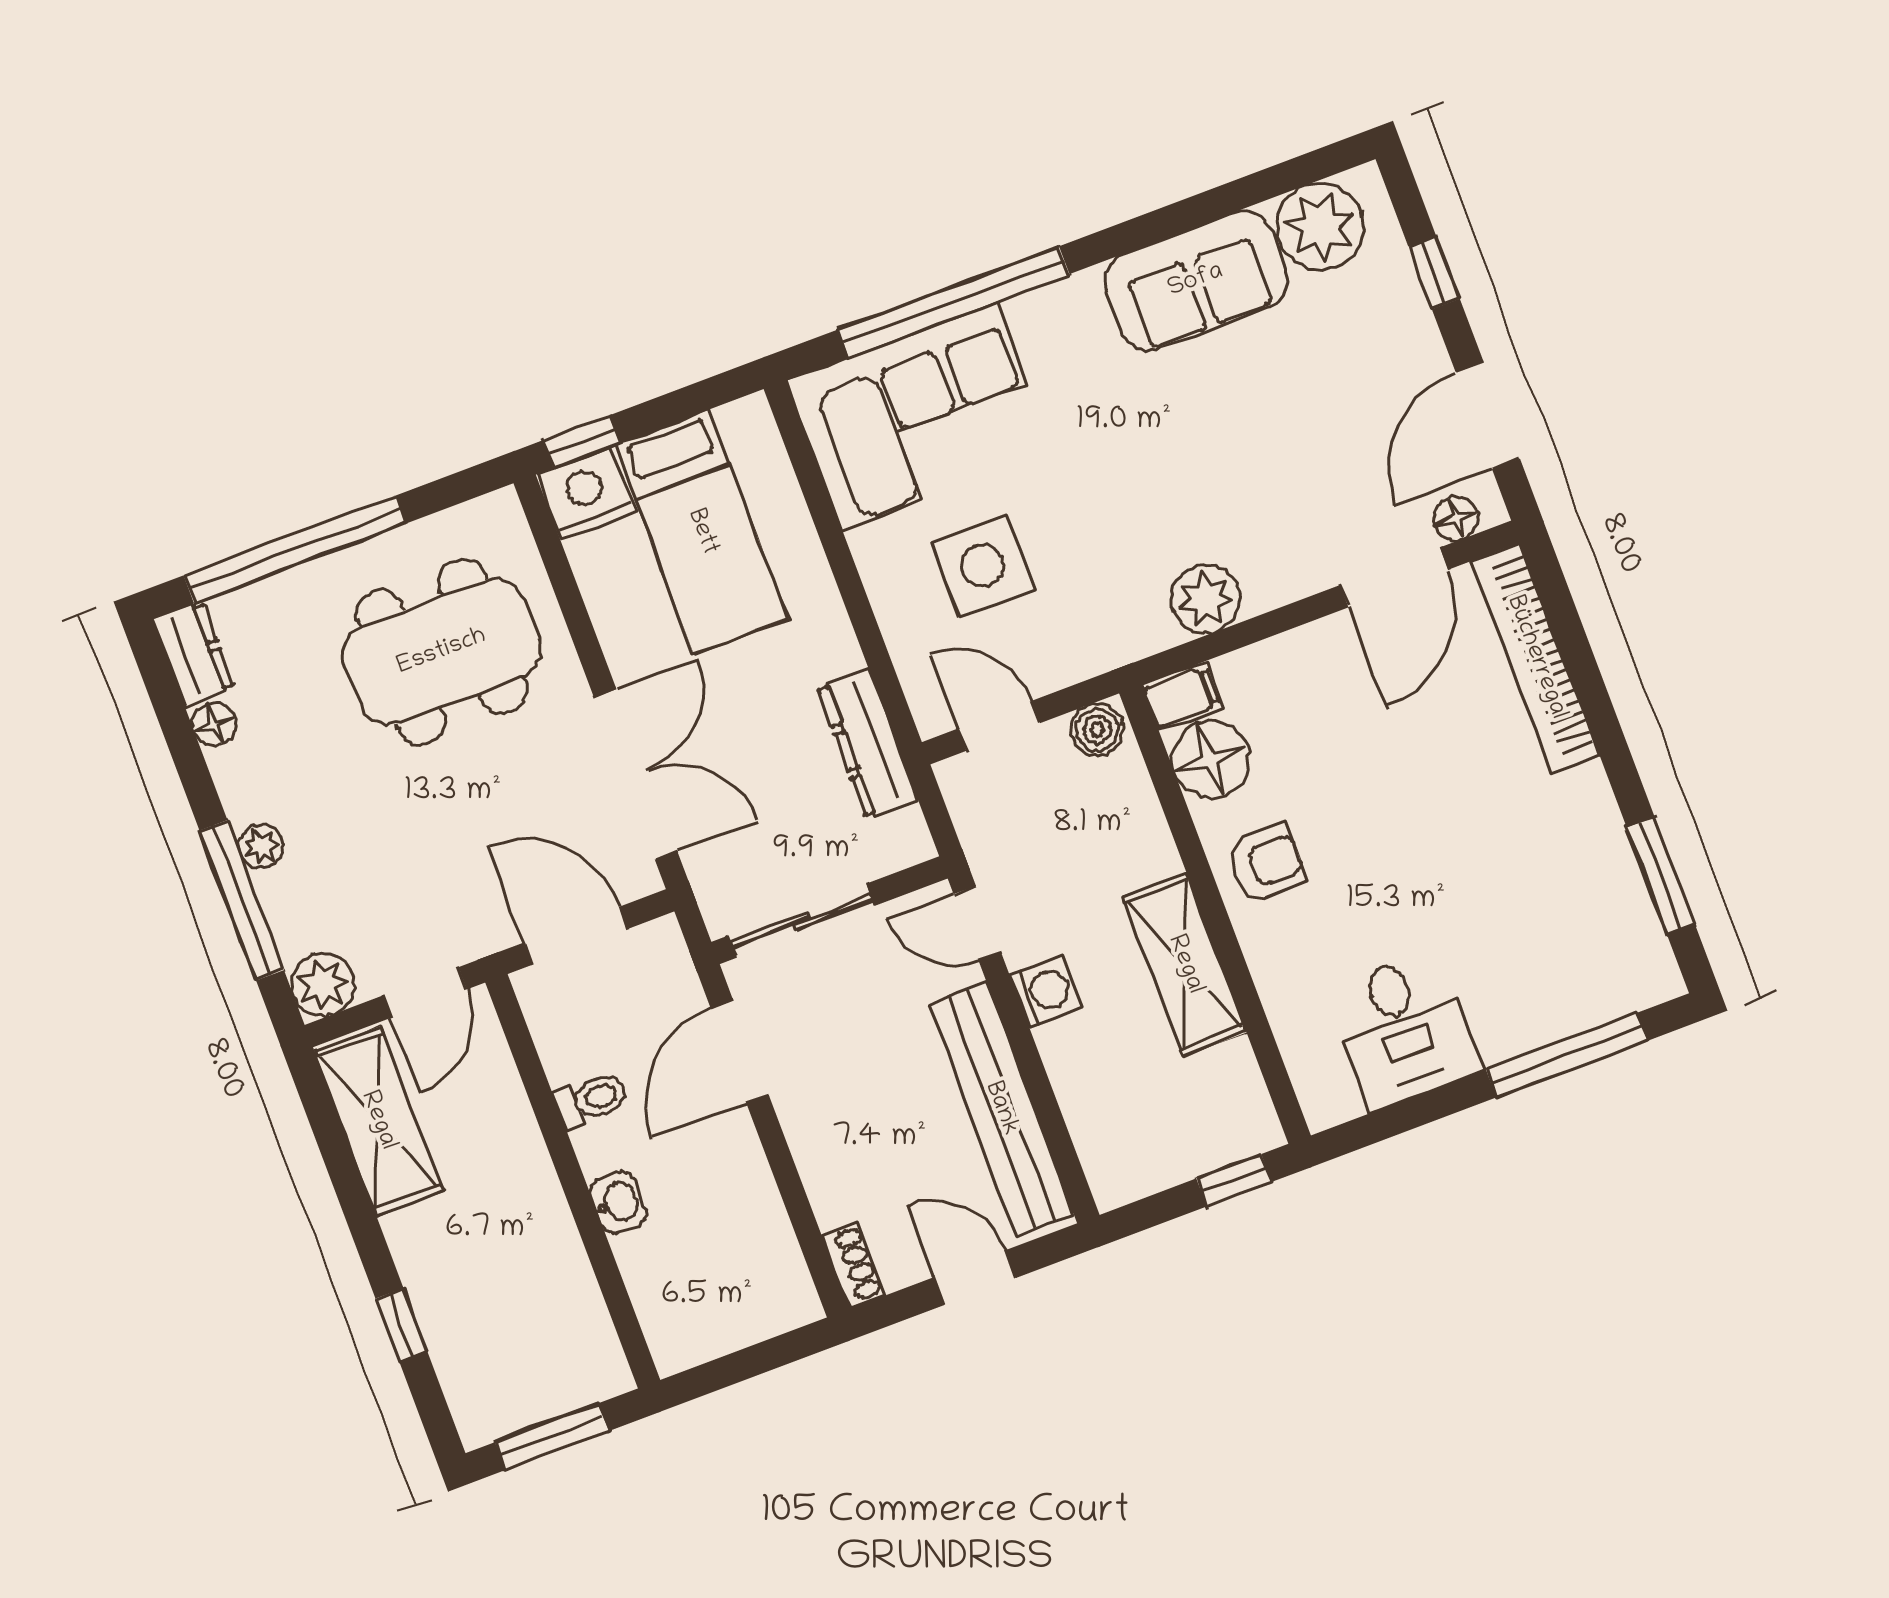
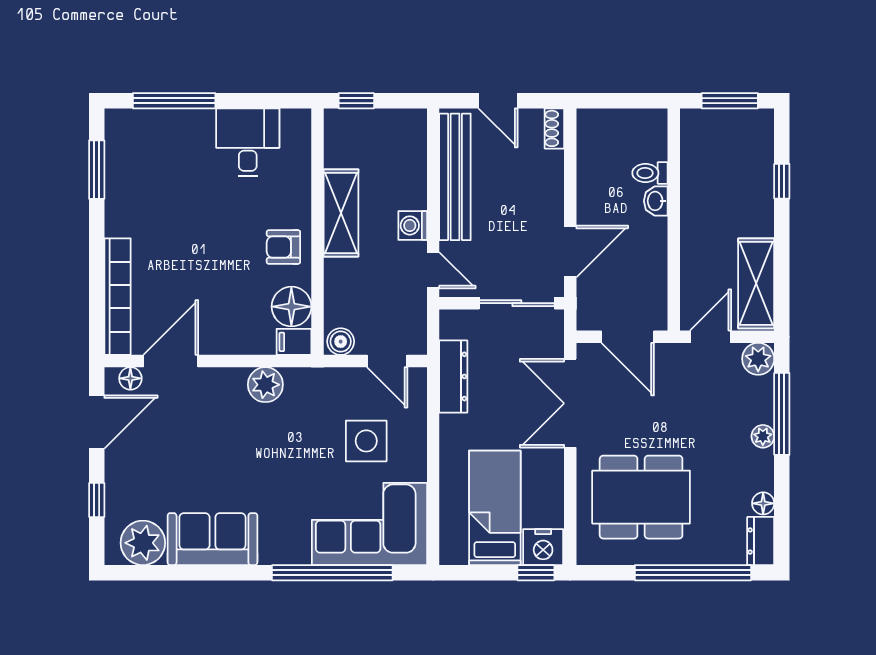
toilet: (592, 1100) -> (650, 173), moved

